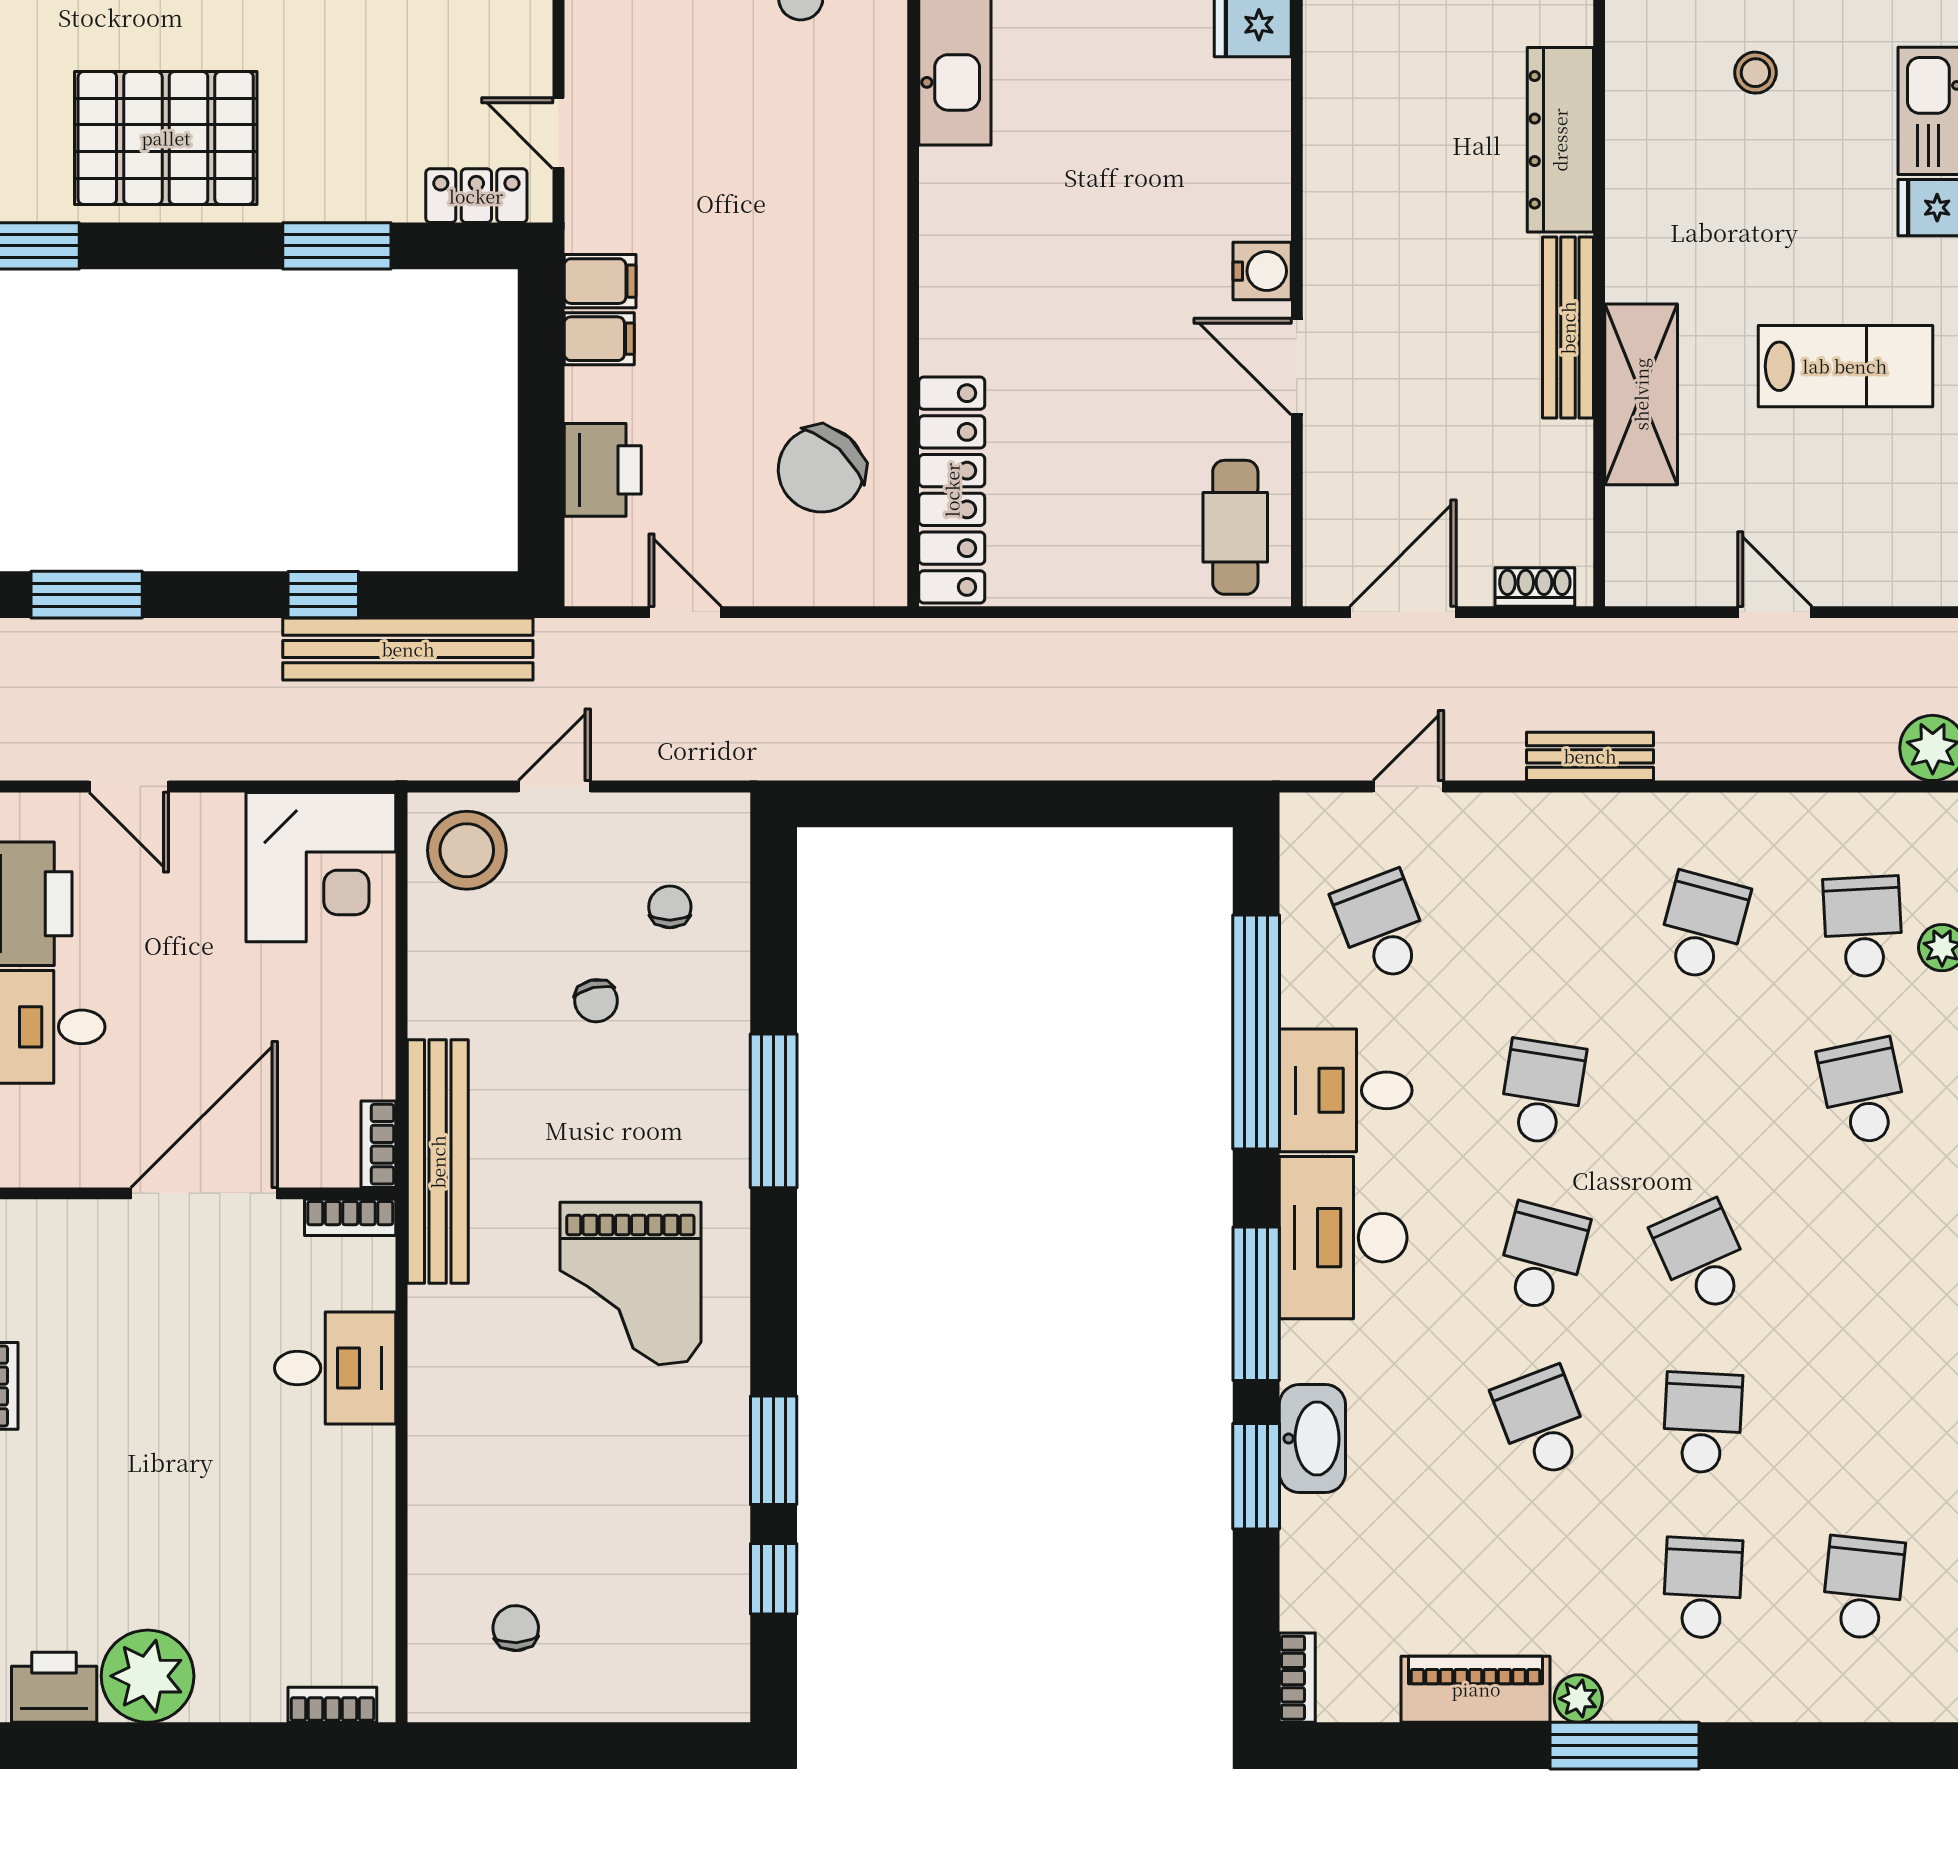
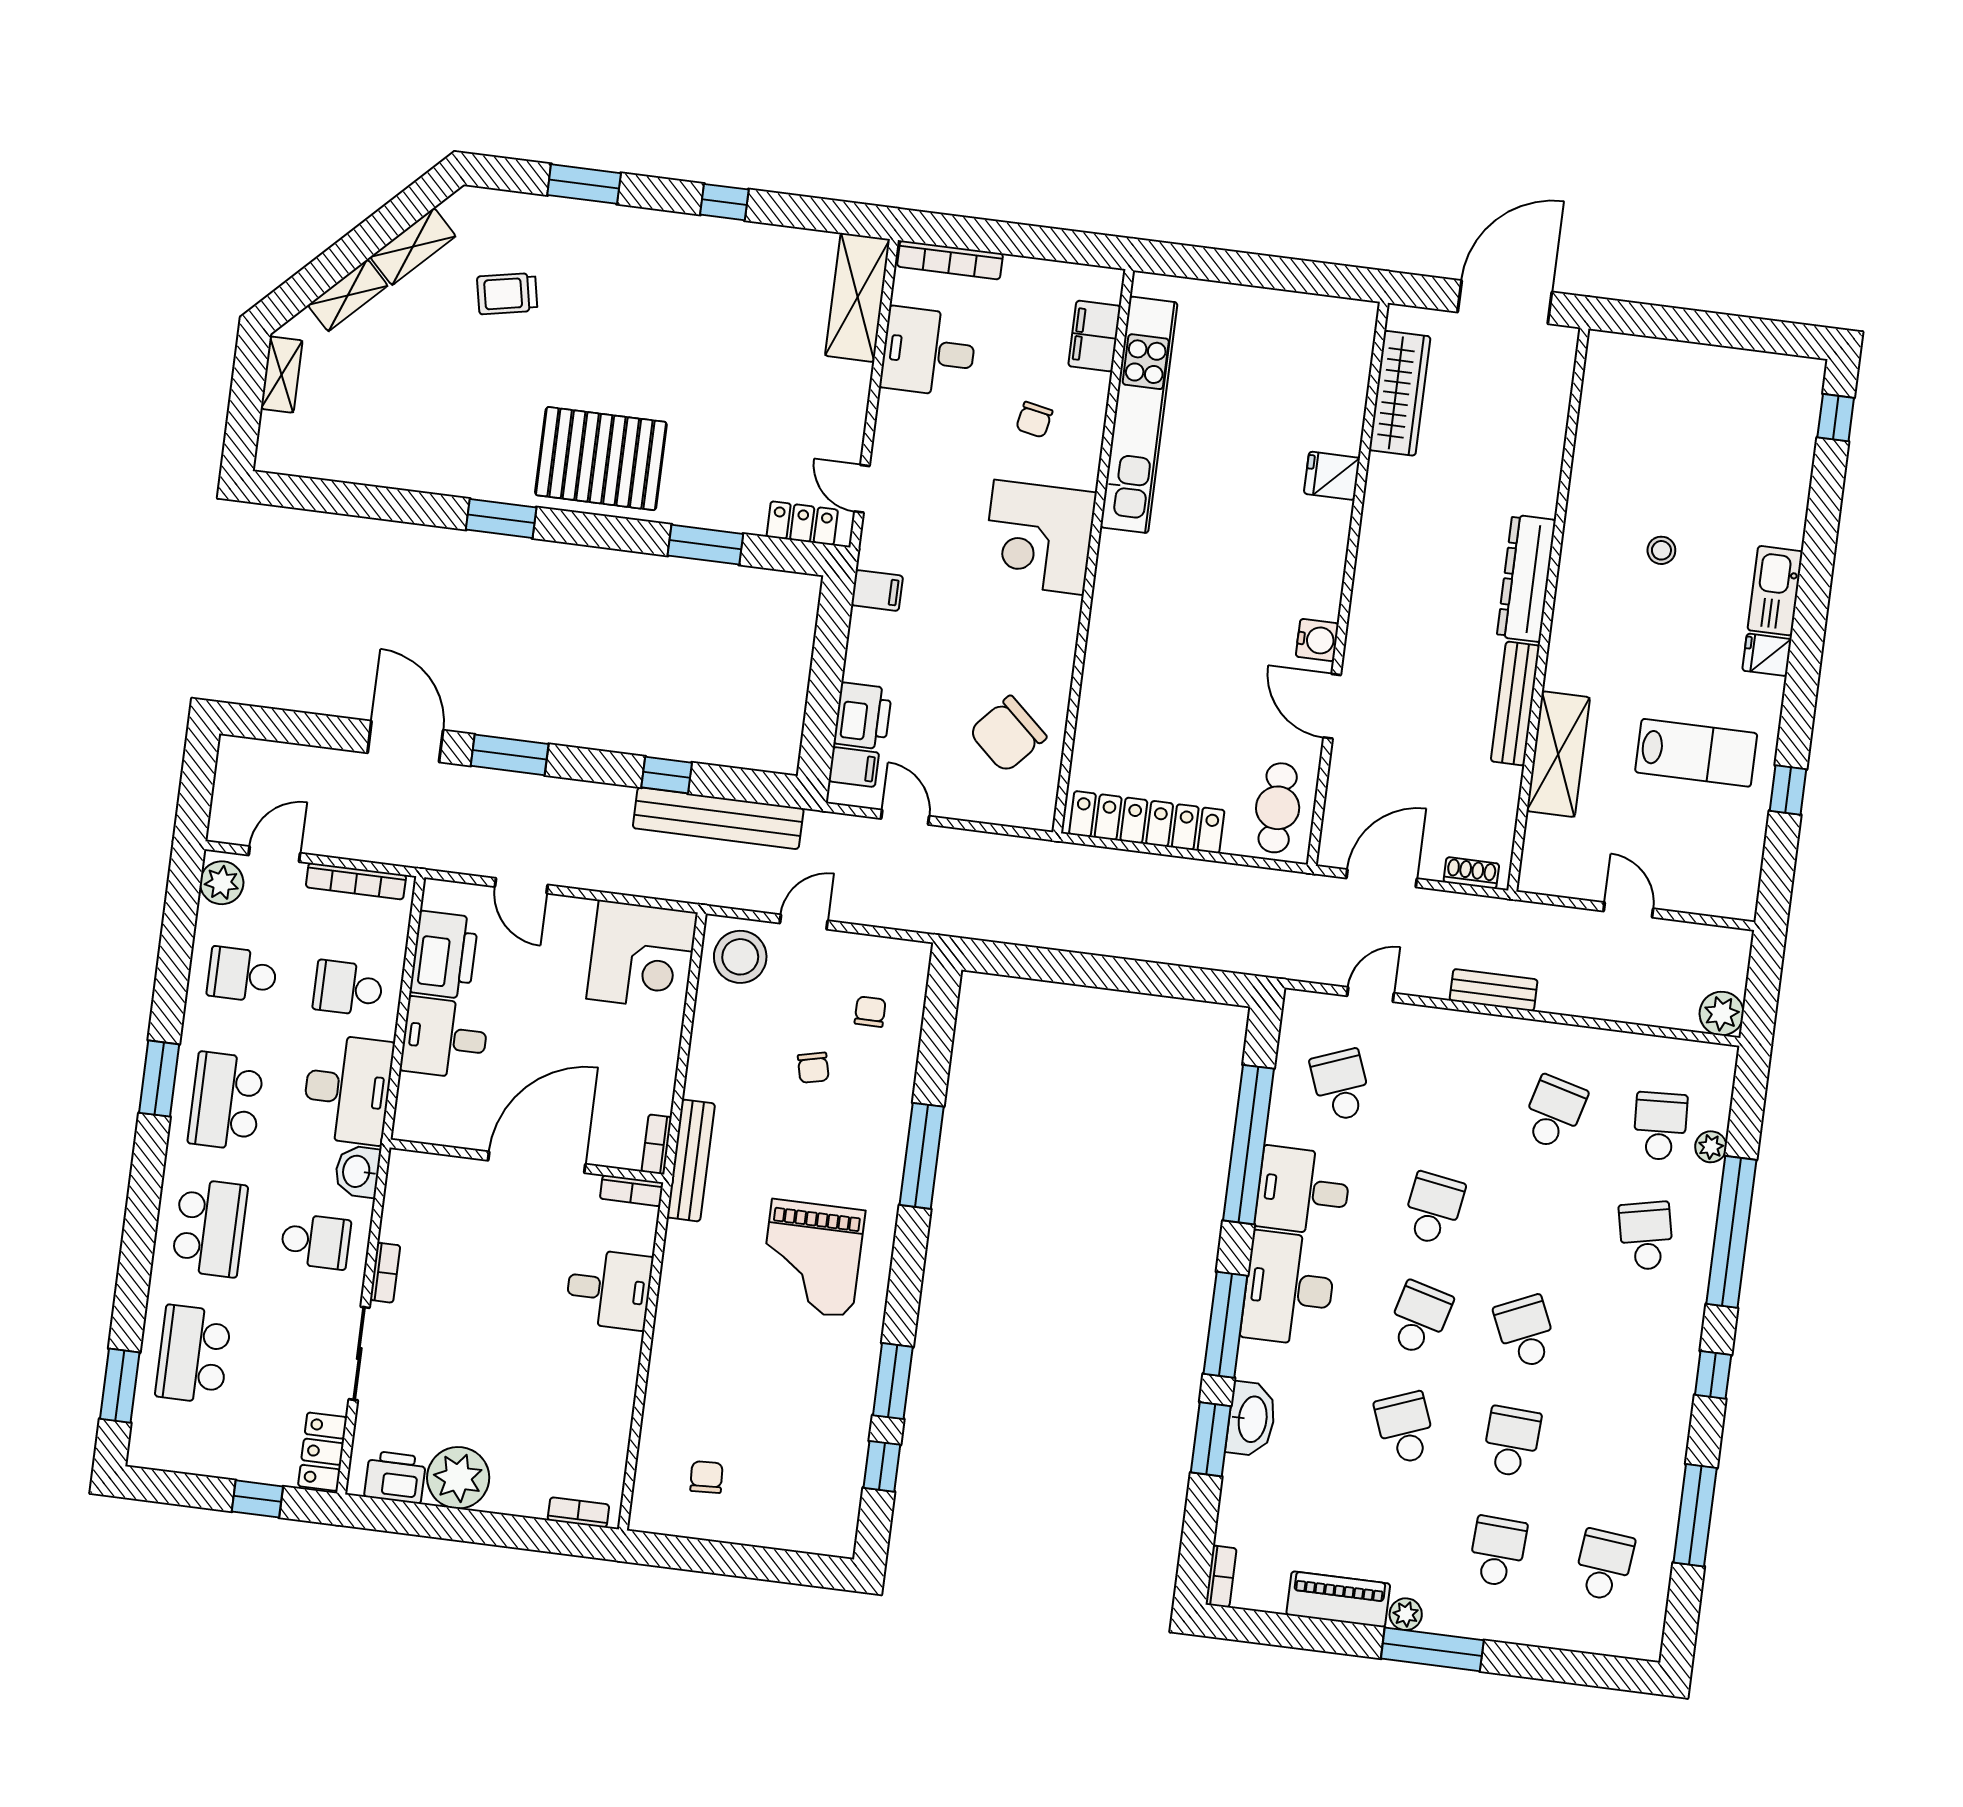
corner desk: (830, 172) -> (1039, 537), added
filing cabinet: (599, 339) -> (854, 767), moved
locker: (952, 490) -> (1147, 822), moved, turned -90
bench: (438, 1162) -> (691, 1160), width x0.73, depth x0.82

